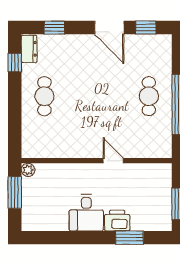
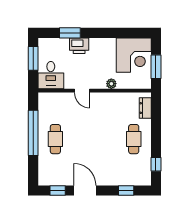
dresser: (29, 49) -> (145, 108), moved
plant: (28, 170) -> (111, 84), moved
corner desk: (44, 208) -> (134, 55), added
desk: (86, 213) -> (51, 75), moved, turned 180

